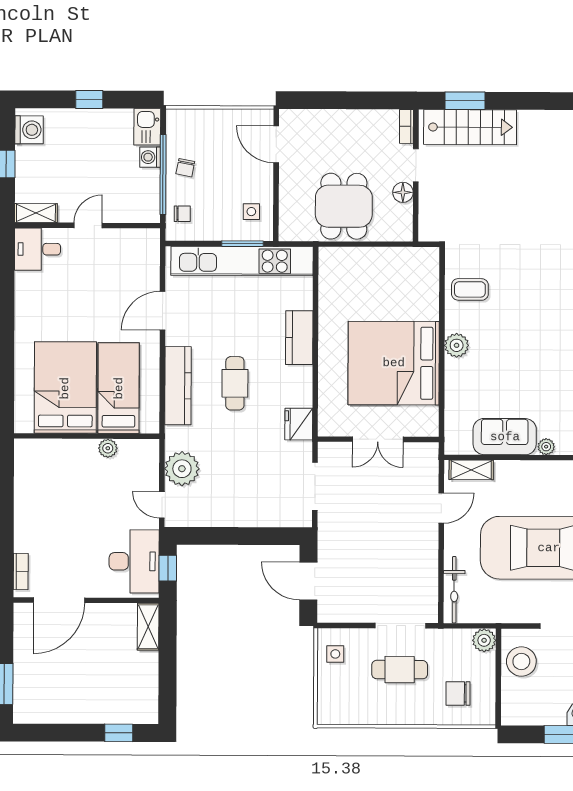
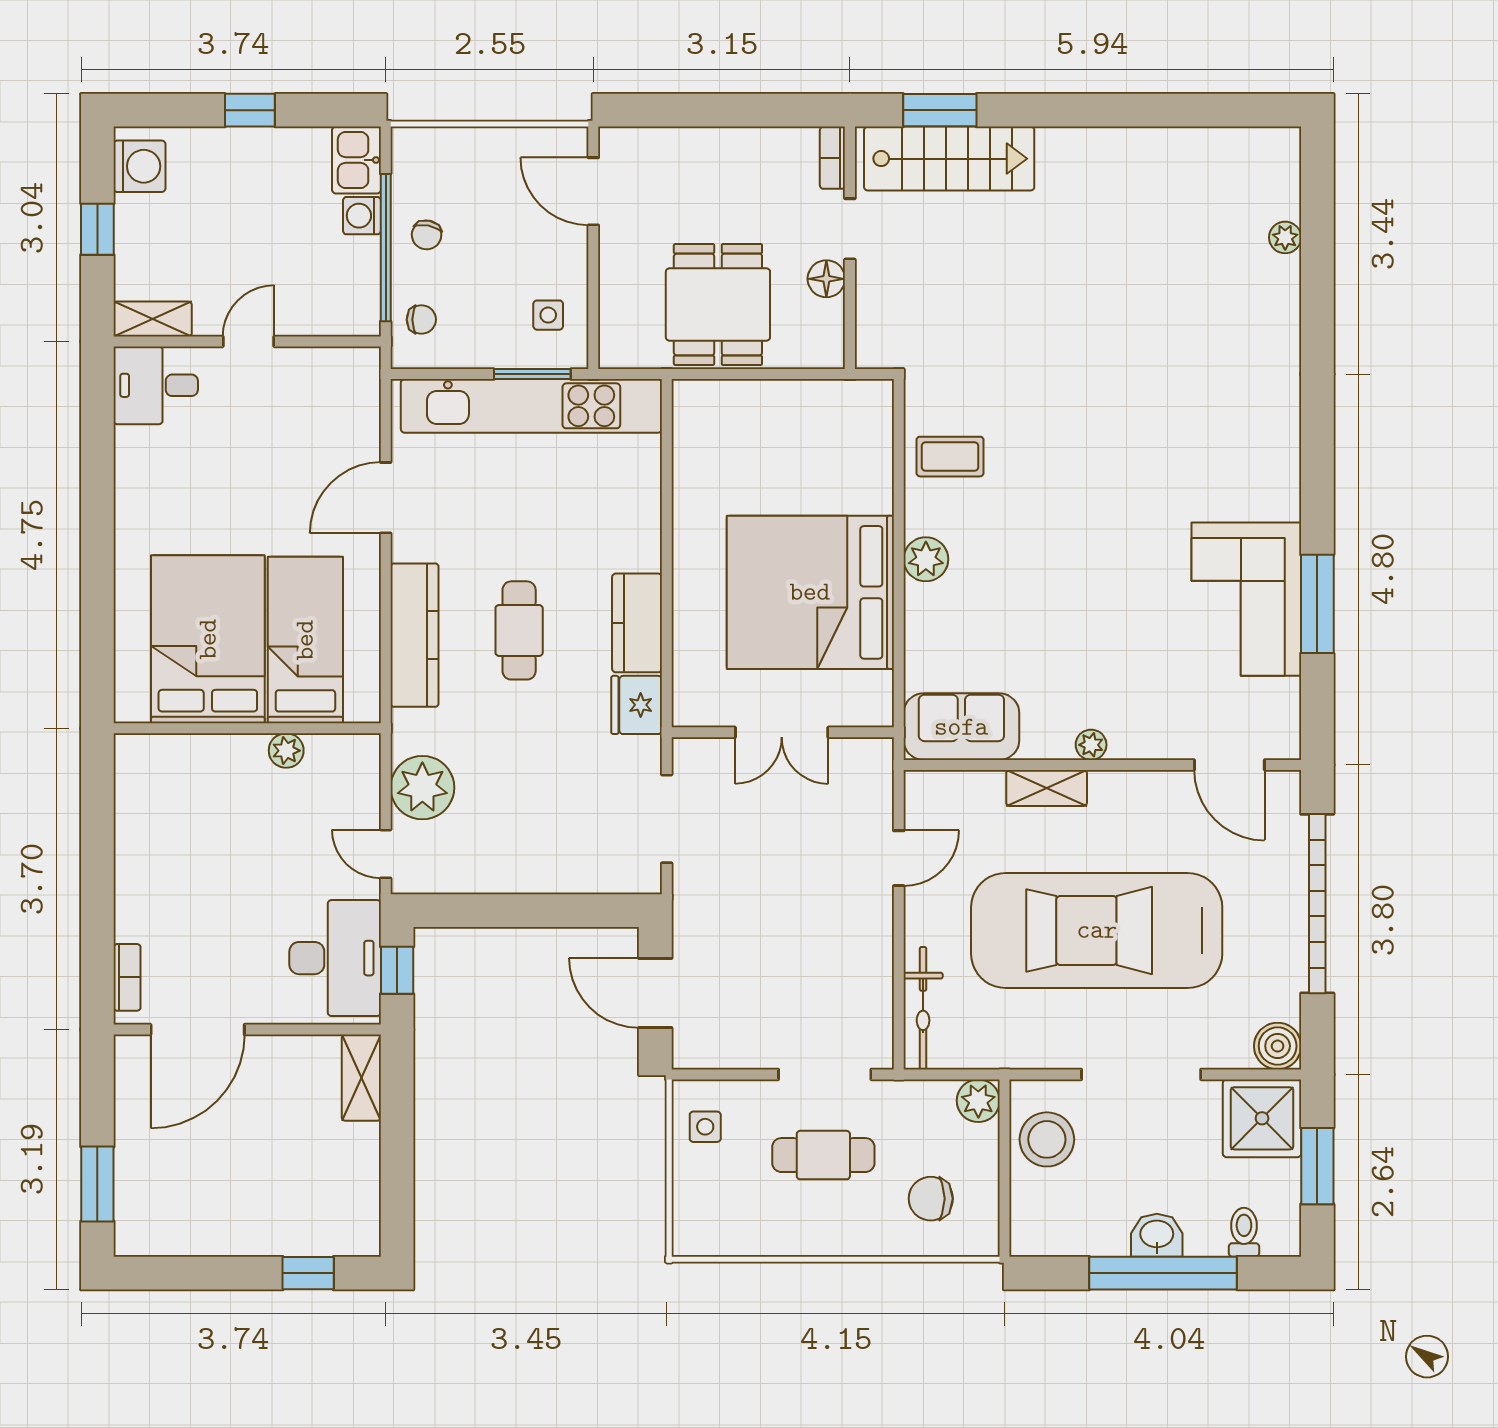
kitchen counter: (299, 338) -> (637, 623), moved
sofa: (505, 437) -> (961, 727), moved
shelving: (471, 470) -> (1047, 788), moved

